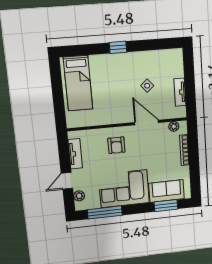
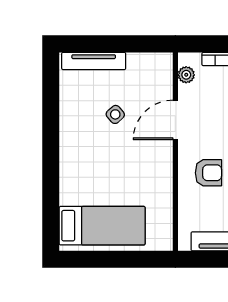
window: (118, 47) -> (51, 157), removed
tv unit: (180, 92) -> (94, 61), moved, width x1.41

